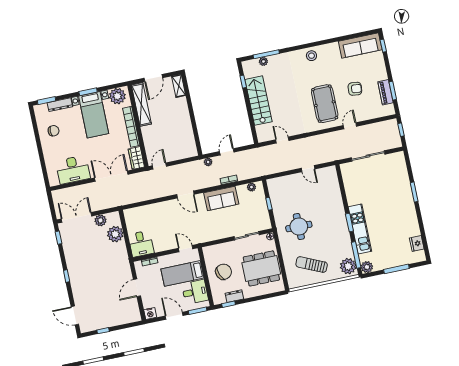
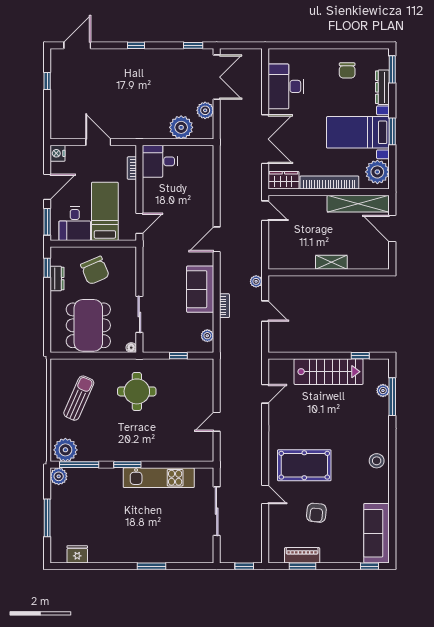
shelving: (179, 86) -> (331, 262), moved
kitchen unit: (360, 229) -> (159, 478), moved

